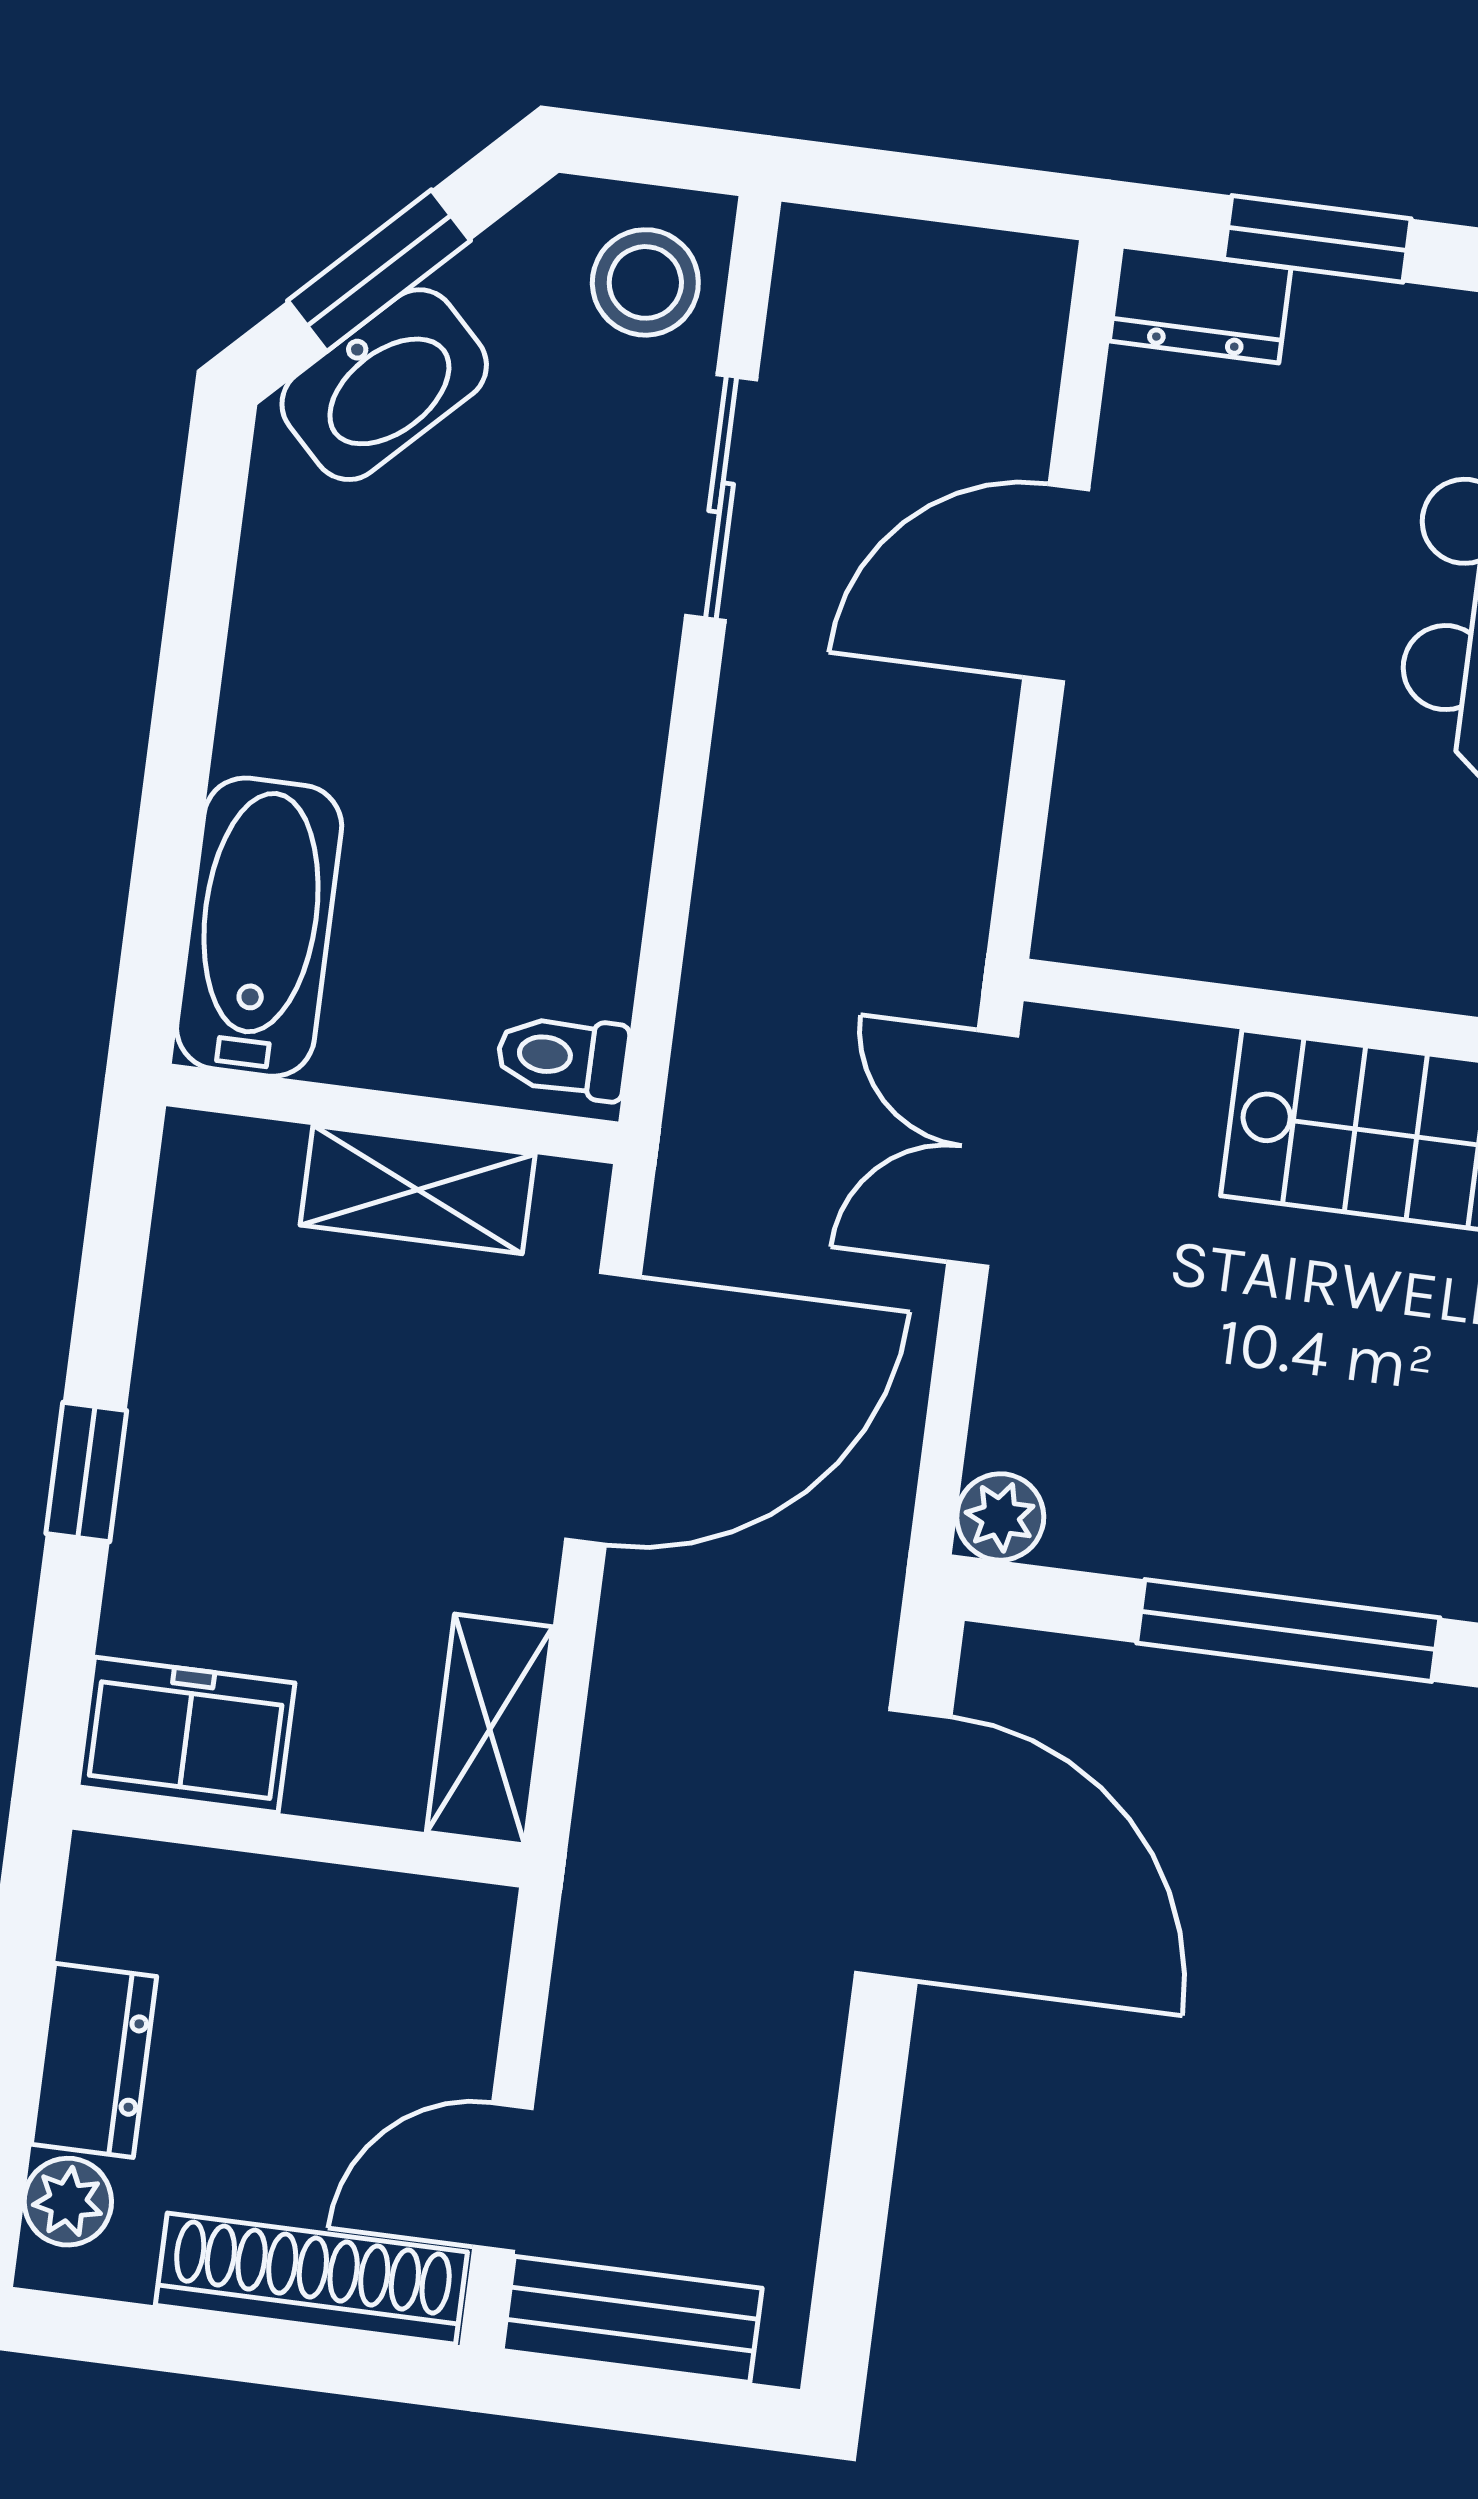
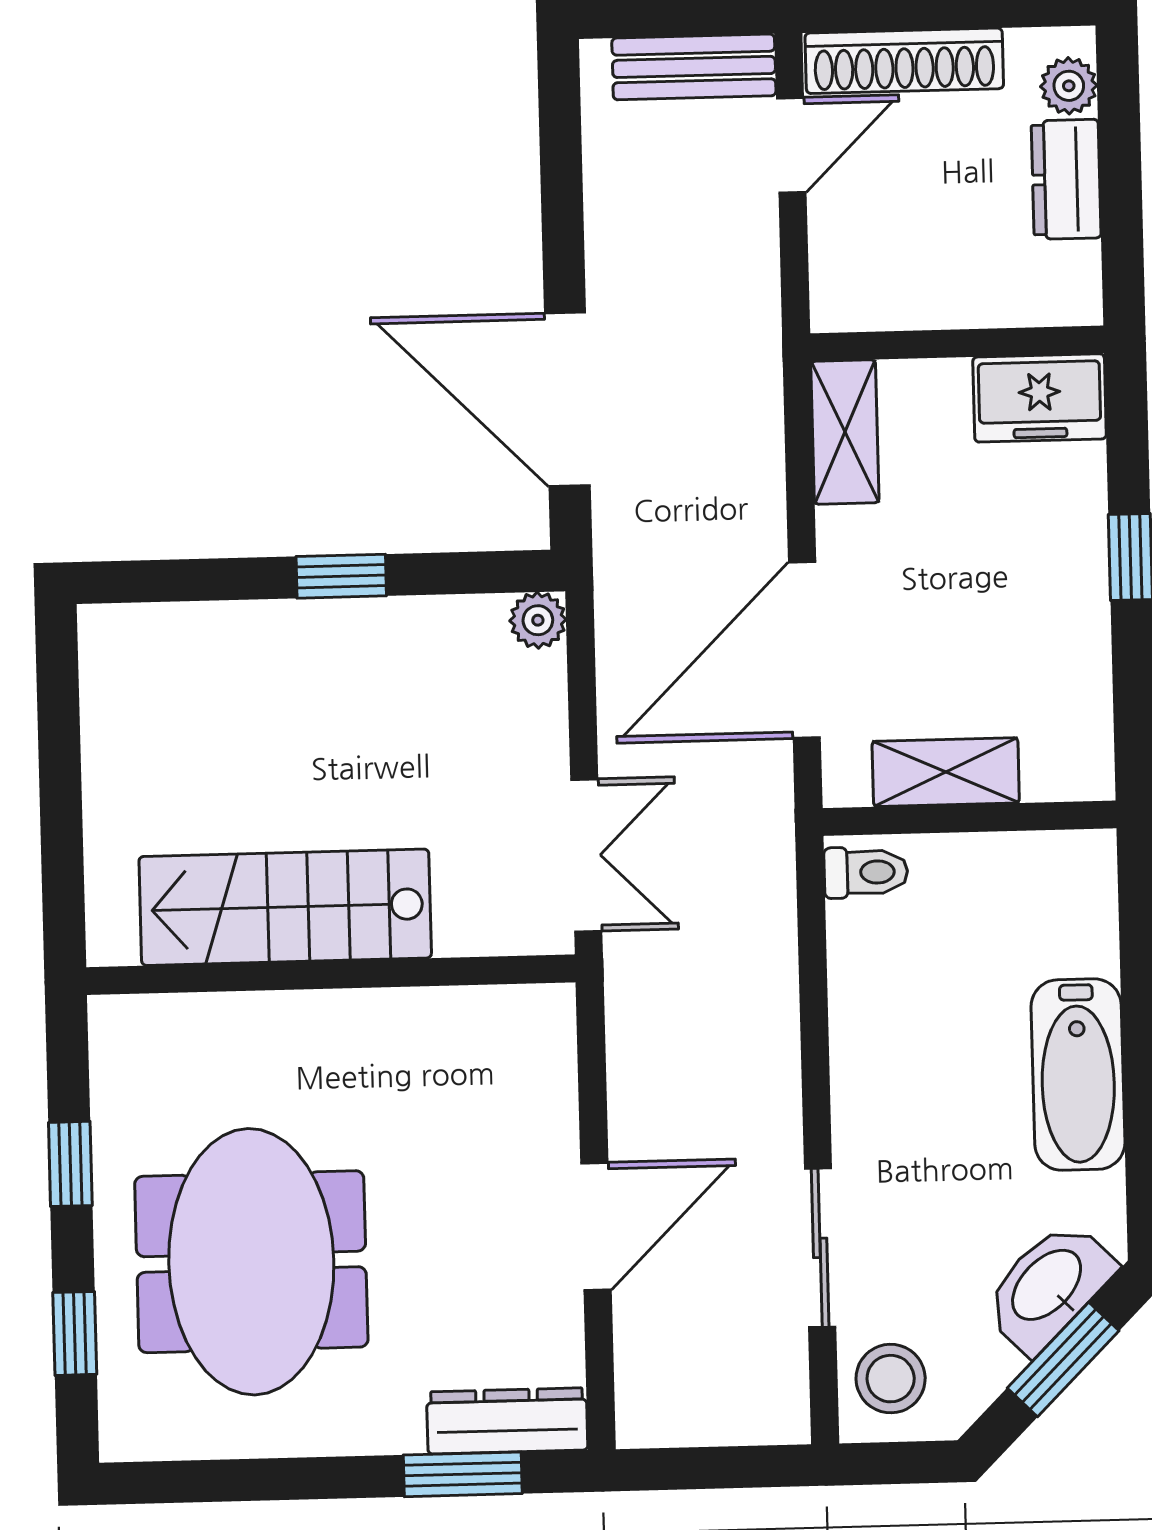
dresser: (1200, 304) -> (507, 1421), width x1.44
bathtub: (259, 927) -> (1078, 1075), moved
window: (1288, 1630) -> (341, 576), width x0.46

